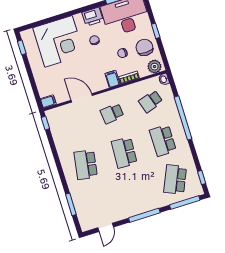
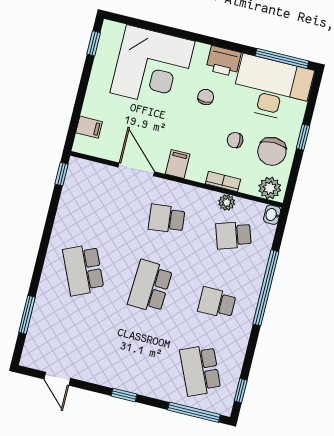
chair: (144, 47) -> (272, 151), turned 180
filing cabinet: (112, 79) -> (178, 164), moved
plant: (137, 87) -> (227, 202), added
filing cabinet: (48, 102) -> (89, 127), moved
school desk: (163, 140) -> (217, 303), width x0.54
school desk: (86, 165) -> (83, 270), turned -33
school desk: (175, 179) -> (200, 370), turned -48
window: (144, 215) -> (124, 395), width x0.46
door: (106, 227) -> (57, 379), hinge flipped

